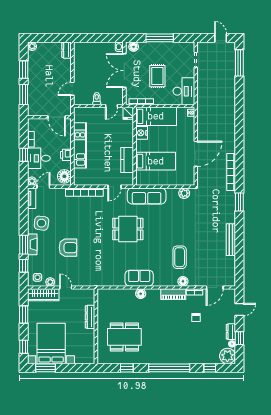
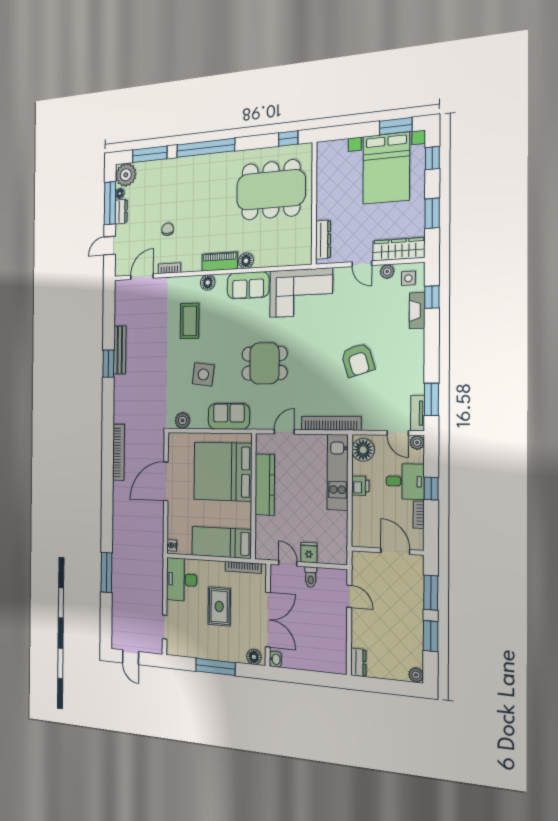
window: (239, 63) -> (106, 572), moved
door: (72, 89) -> (349, 596), hinge flipped
door: (112, 106) -> (288, 563), hinge flipped
fridge: (128, 113) -> (309, 553), moved
door: (57, 117) -> (395, 551), moved
nightstand: (142, 133) -> (243, 517), removed
kitchen unit: (80, 145) -> (338, 472), moved
kitchen counter: (127, 160) -> (265, 485), width x1.50
bed: (156, 161) -> (223, 472), width x2.04
door: (43, 187) -> (398, 433), hinge flipped
sofa: (147, 196) -> (229, 416), width x0.73
window: (239, 202) -> (108, 364), moved
side table: (41, 223) -> (203, 374), moved
fireplace: (32, 244) -> (417, 311), moved
window: (24, 245) -> (431, 399), moved
armchair: (68, 248) -> (358, 360), moved, turned -107
corner sofa: (104, 272) -> (301, 293), added
floor lamp: (183, 281) -> (208, 283), moved
piano: (173, 294) -> (220, 262), moved
dresser: (90, 317) -> (323, 240), moved
dining table: (124, 337) -> (271, 190), width x1.36, depth x1.24
window: (239, 338) -> (110, 203), width x2.17
window: (127, 368) -> (288, 138), moved
window: (210, 368) -> (150, 154), width x2.17

